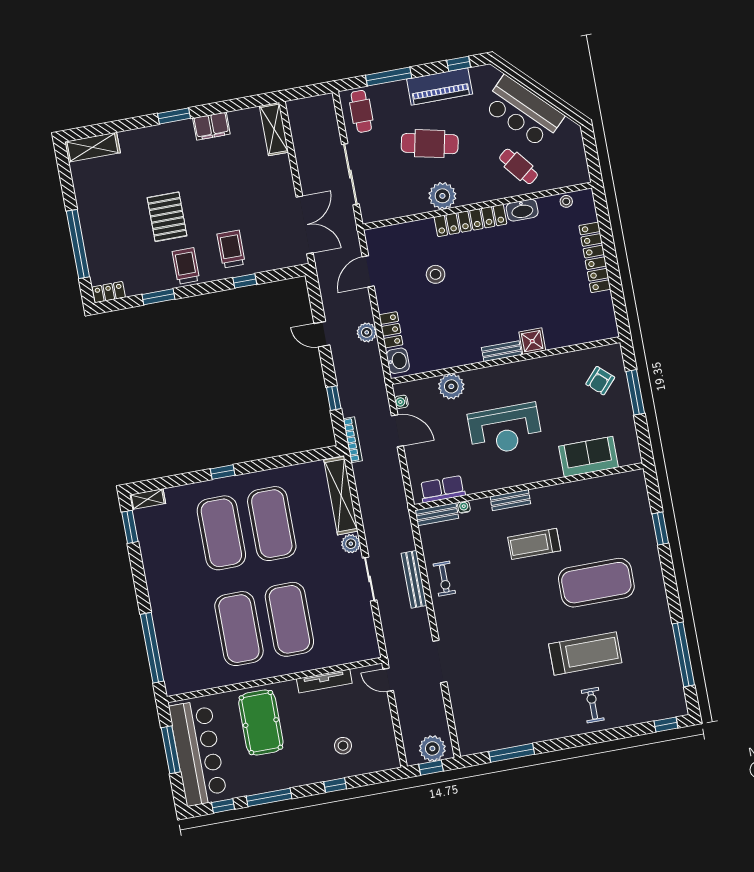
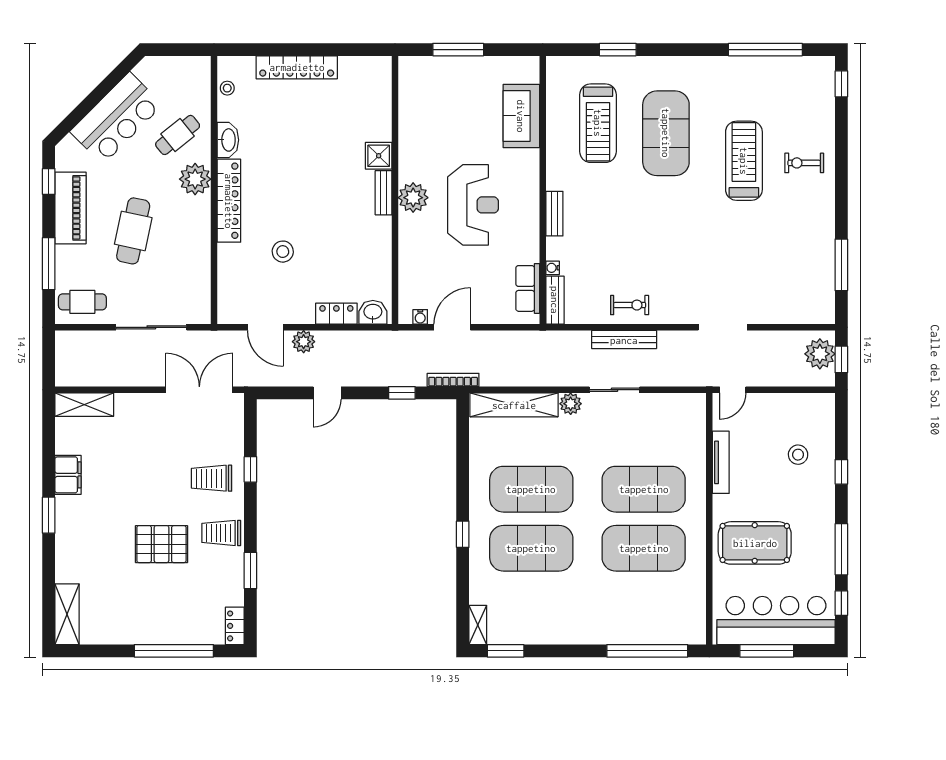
plant: (442, 196) -> (195, 179), moved
plant: (367, 332) -> (304, 342), moved
armchair: (600, 381) -> (438, 87), removed
plant: (451, 386) -> (413, 198), moved
treadmill: (534, 544) -> (598, 123), moved, width x1.37, depth x1.38

